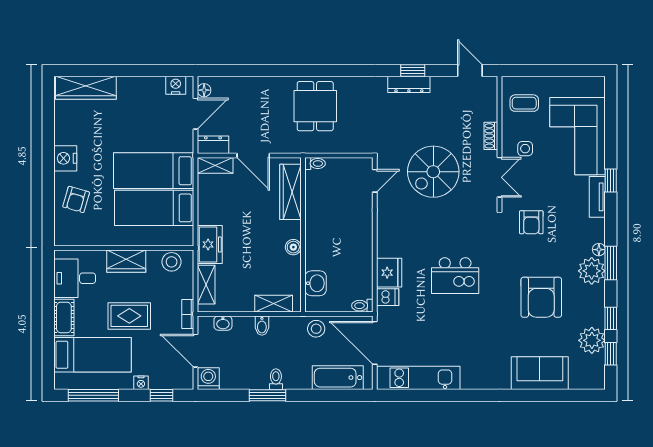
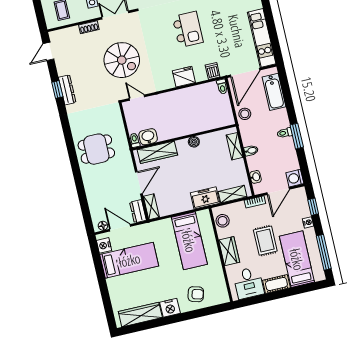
wardrobe: (86, 88) -> (140, 315), moved, turned -90
bed: (154, 171) -> (129, 260), moved, turned -90
fridge: (389, 273) -> (184, 77), moved
washbasin: (316, 283) -> (148, 137), moved

